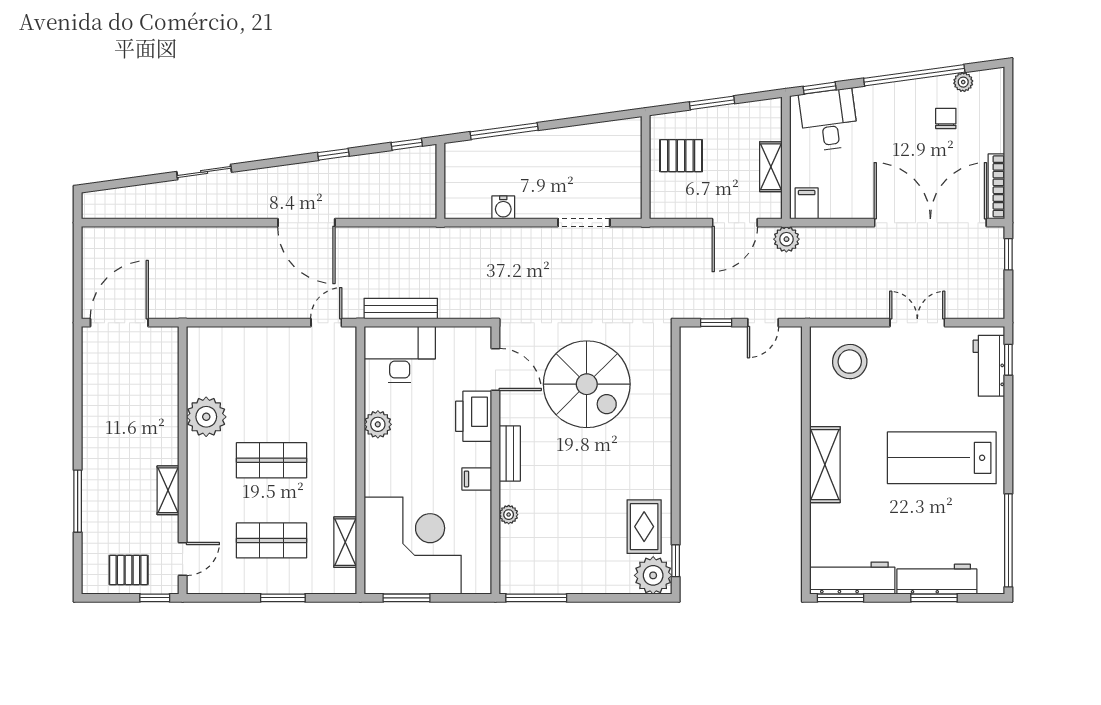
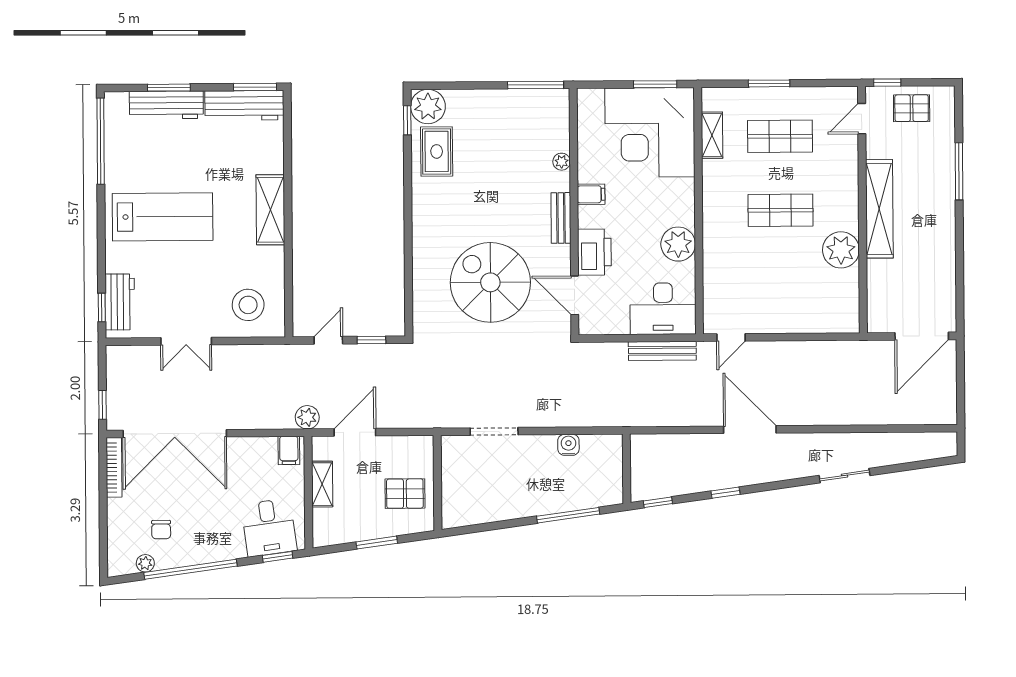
plant: (378, 424) -> (678, 244), width x1.36, depth x1.36
shelving: (168, 490) -> (879, 209), width x2.20, depth x1.33

